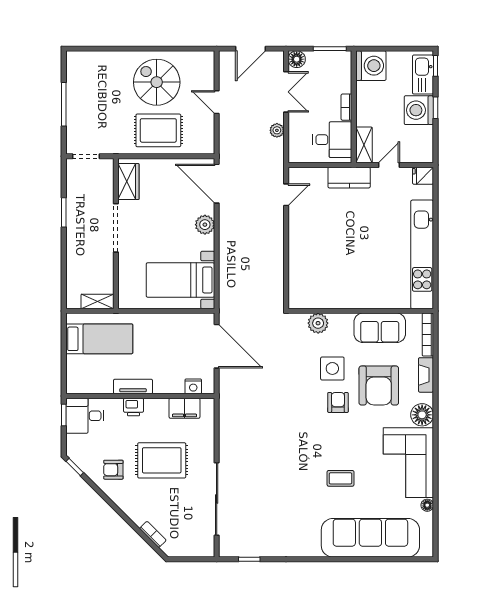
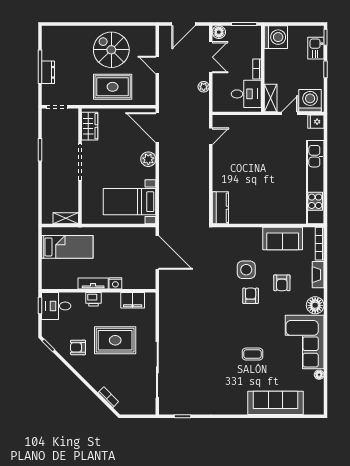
kitchen sink: (423, 75) -> (316, 48), width x0.73
washing machine: (419, 110) -> (310, 101), moved, turned 90
dresser: (74, 112) -> (48, 72), added
kitchen counter: (349, 178) -> (220, 208), moved, turned -90
plant: (318, 323) -> (235, 235), removed
nightstand: (193, 386) -> (115, 283), moved
armchair: (379, 386) -> (282, 283), width x0.53, depth x0.53
sofa: (370, 538) -> (275, 403), width x0.74, depth x0.79

